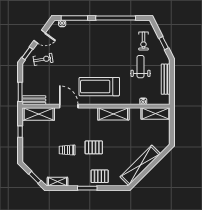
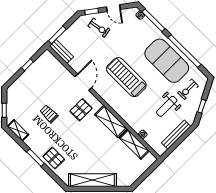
exercise mat: (110, 36) -> (167, 61), added
weight bench: (140, 67) -> (167, 106), turned 180
treadmill: (99, 87) -> (126, 77), moved
shelving: (155, 113) -> (134, 144), moved
shelving: (39, 114) -> (55, 65), removed
pallet: (94, 147) -> (81, 110), moved, turned 90

